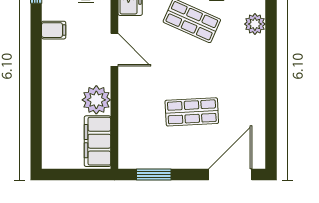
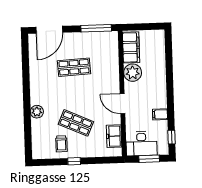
plant: (255, 24) -> (37, 112), moved
window: (154, 174) -> (96, 28), width x1.44

